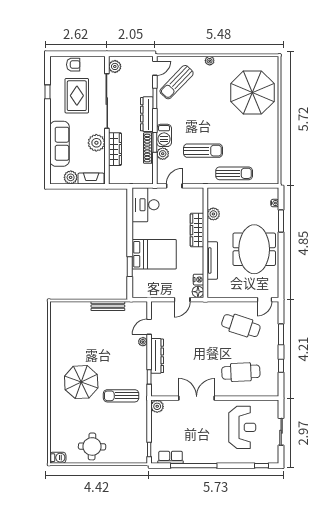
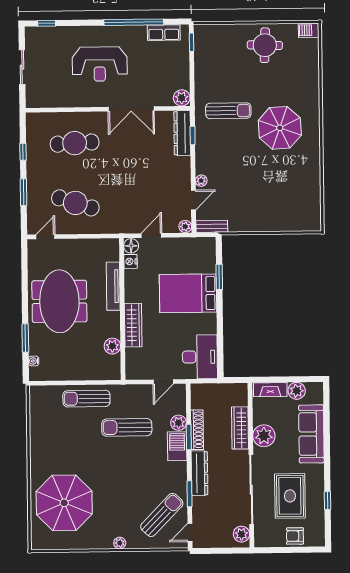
bench: (108, 306) -> (212, 226), moved, width x0.73
plant: (156, 306) -> (185, 227), added
dresser: (157, 356) -> (182, 133), moved
reception desk: (242, 427) -> (100, 64), moved, turned -90

